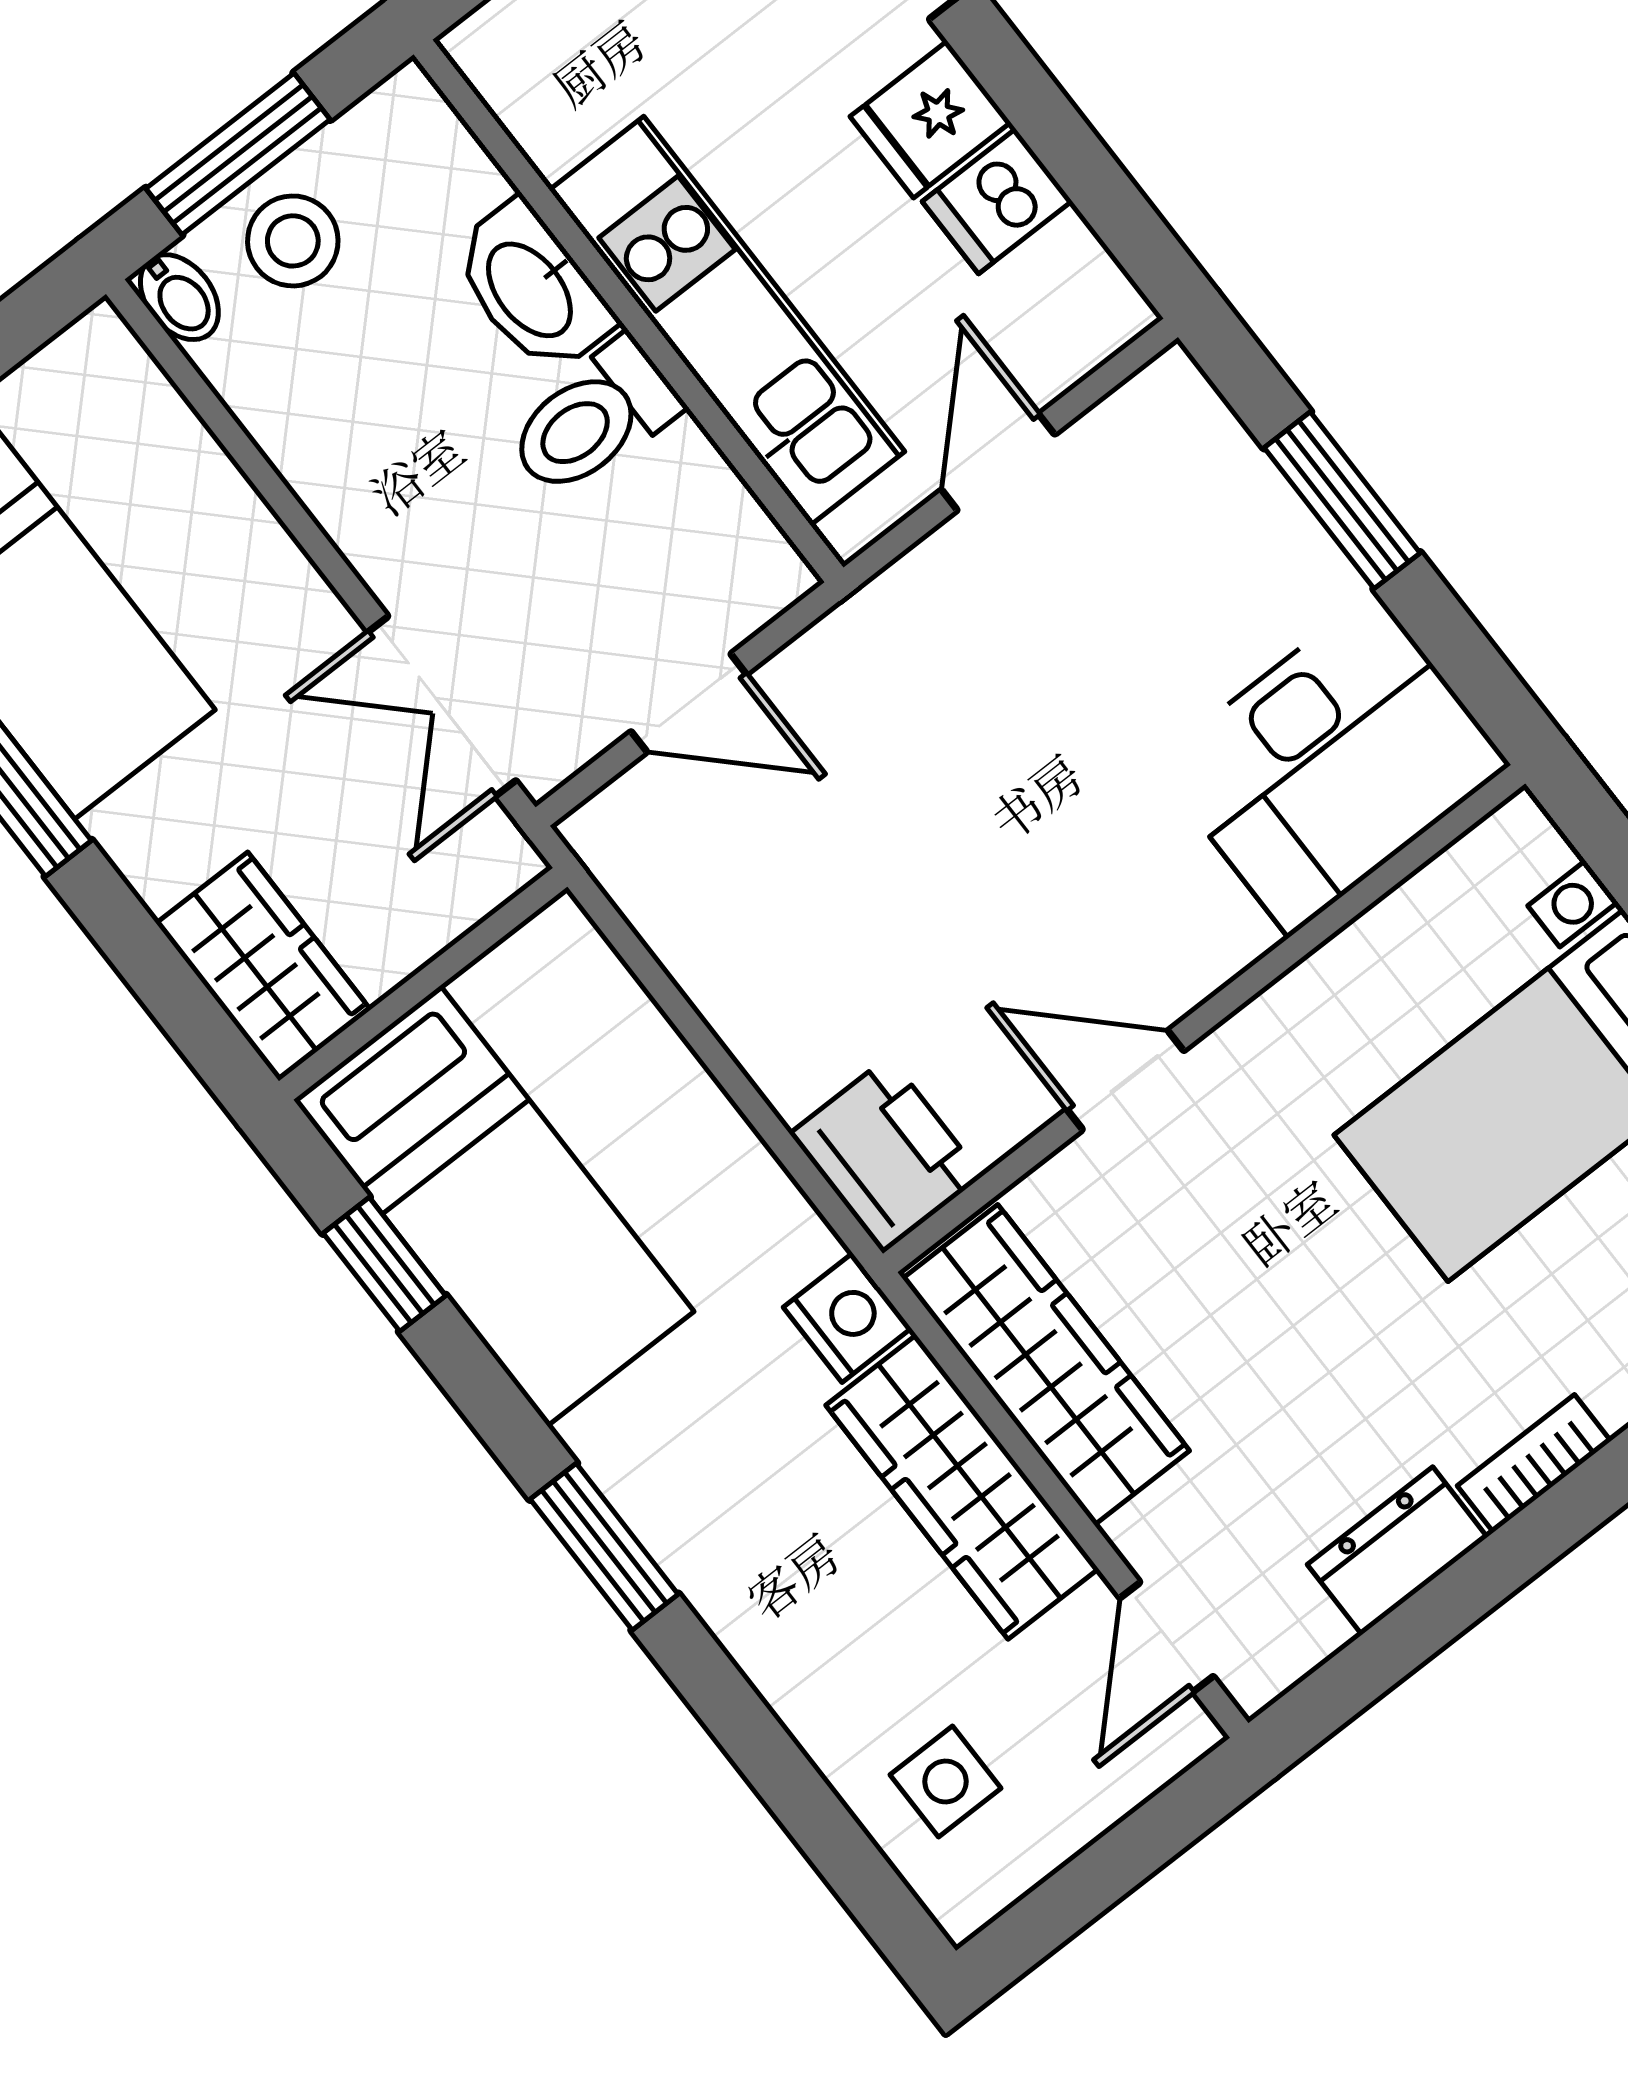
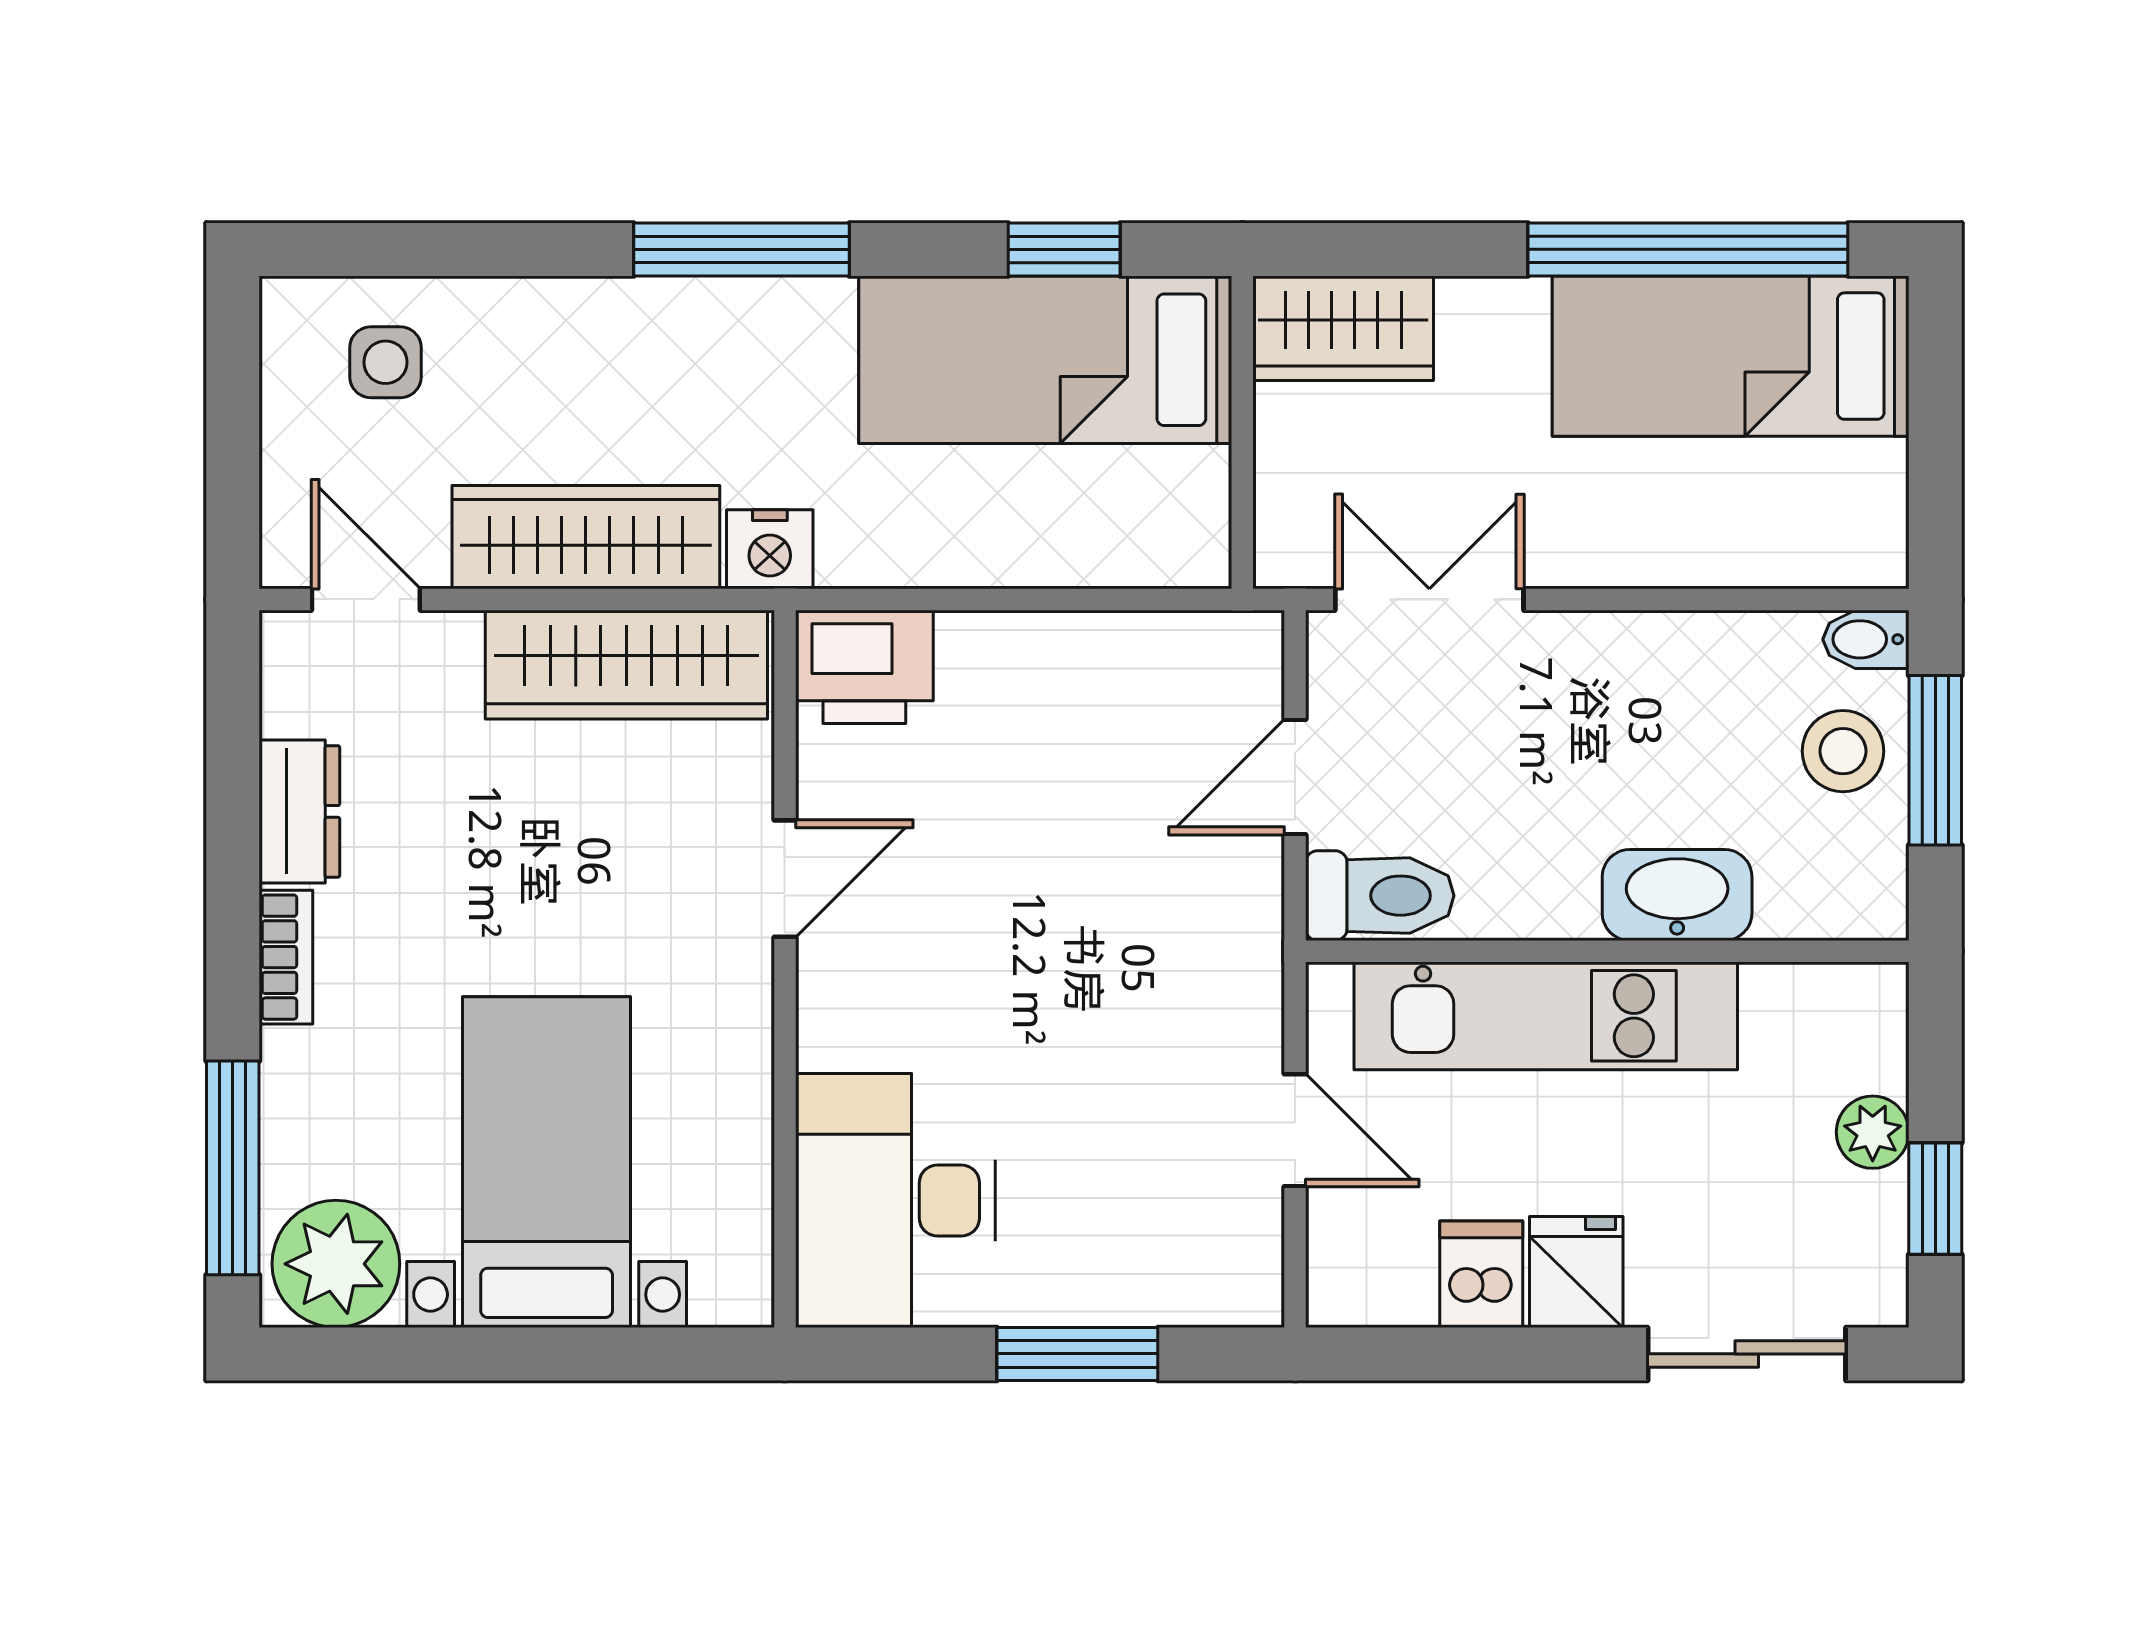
toilet: (593, 418) -> (1380, 896), moved, turned 90
window: (604, 1547) -> (742, 249), width x1.44

